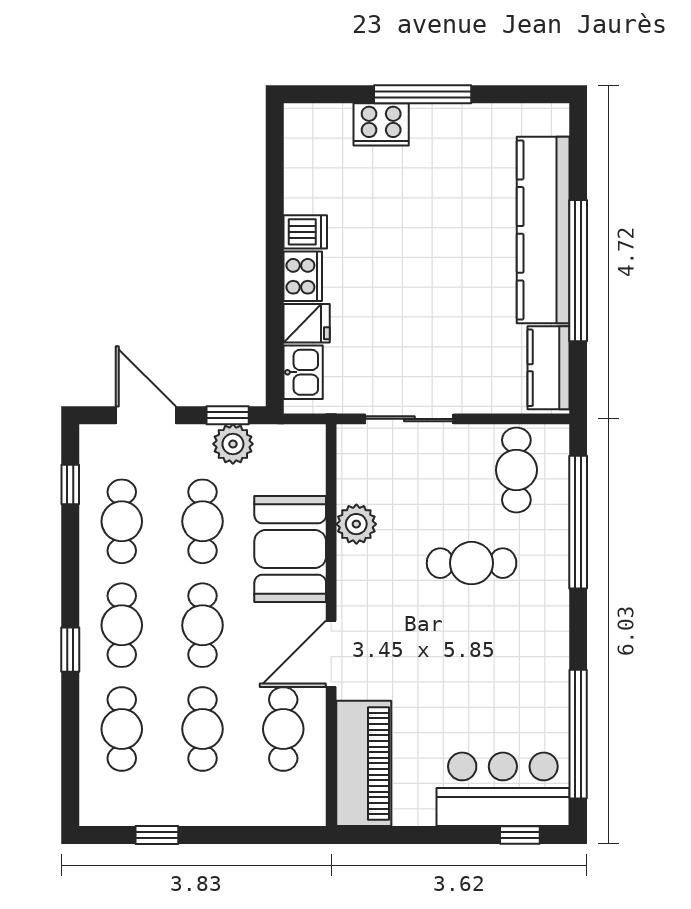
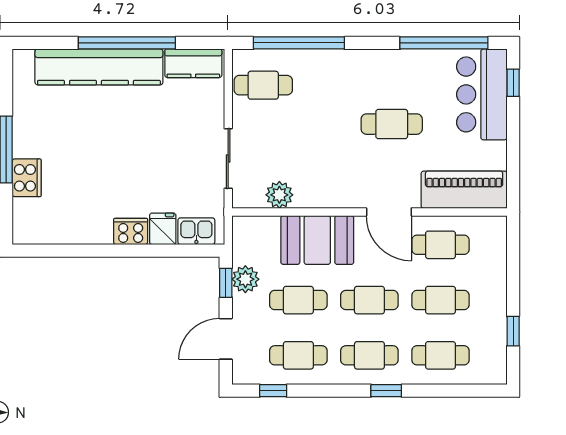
dishwasher: (305, 232) -> (100, 230), removed
plant: (356, 524) -> (279, 195), moved
cafe table: (472, 563) -> (392, 124), moved, turned 90

